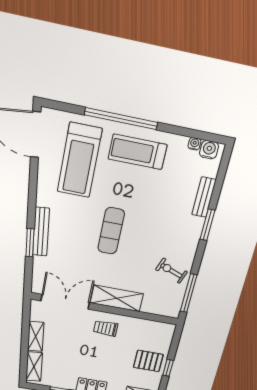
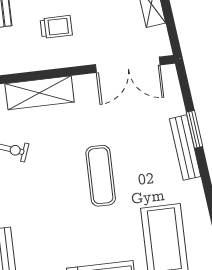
shelving: (117, 298) -> (40, 93), moved
trolley: (106, 328) -> (56, 27), moved

